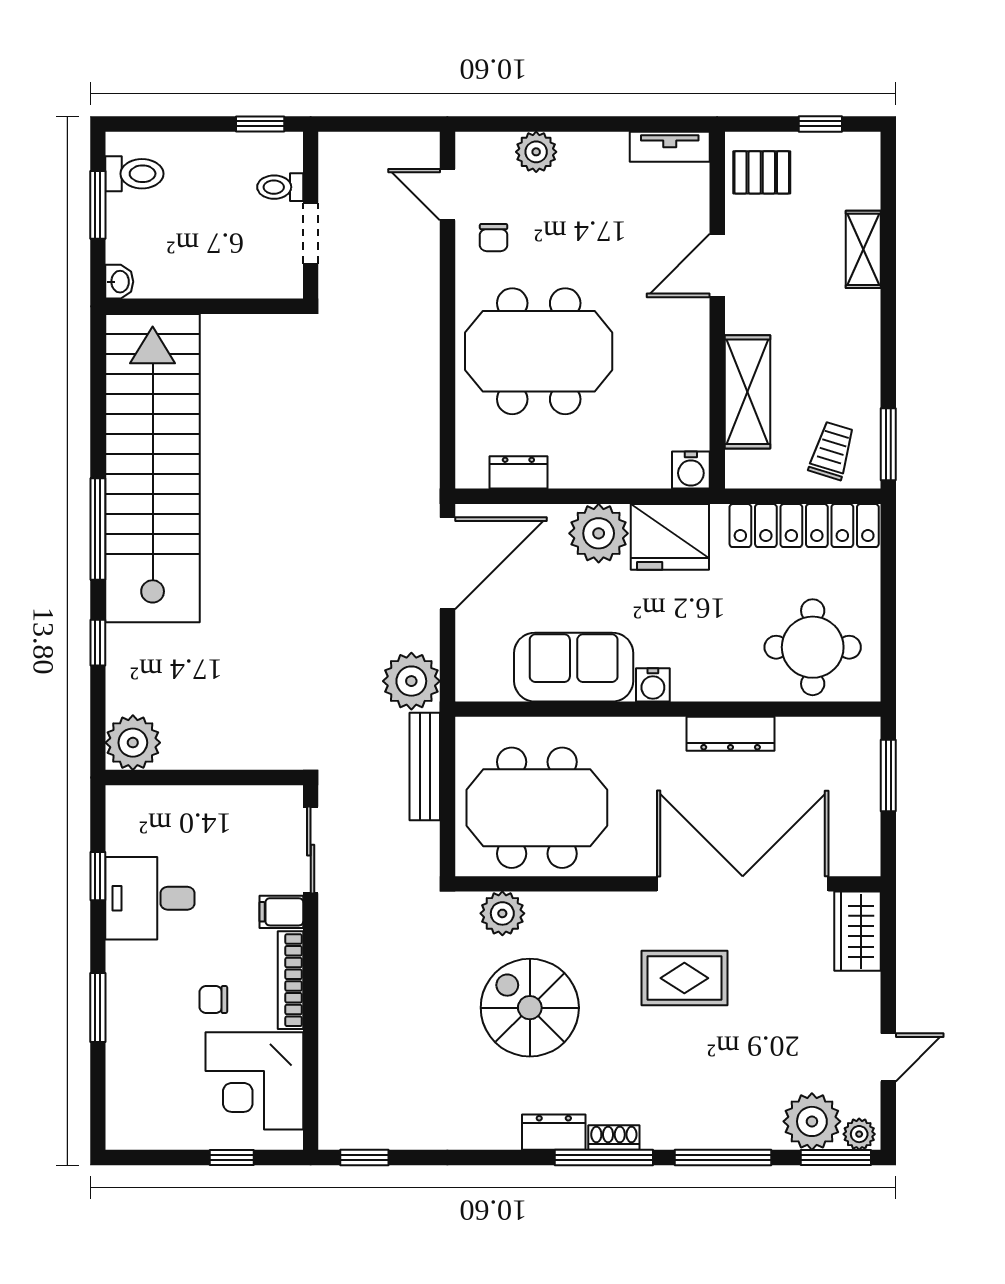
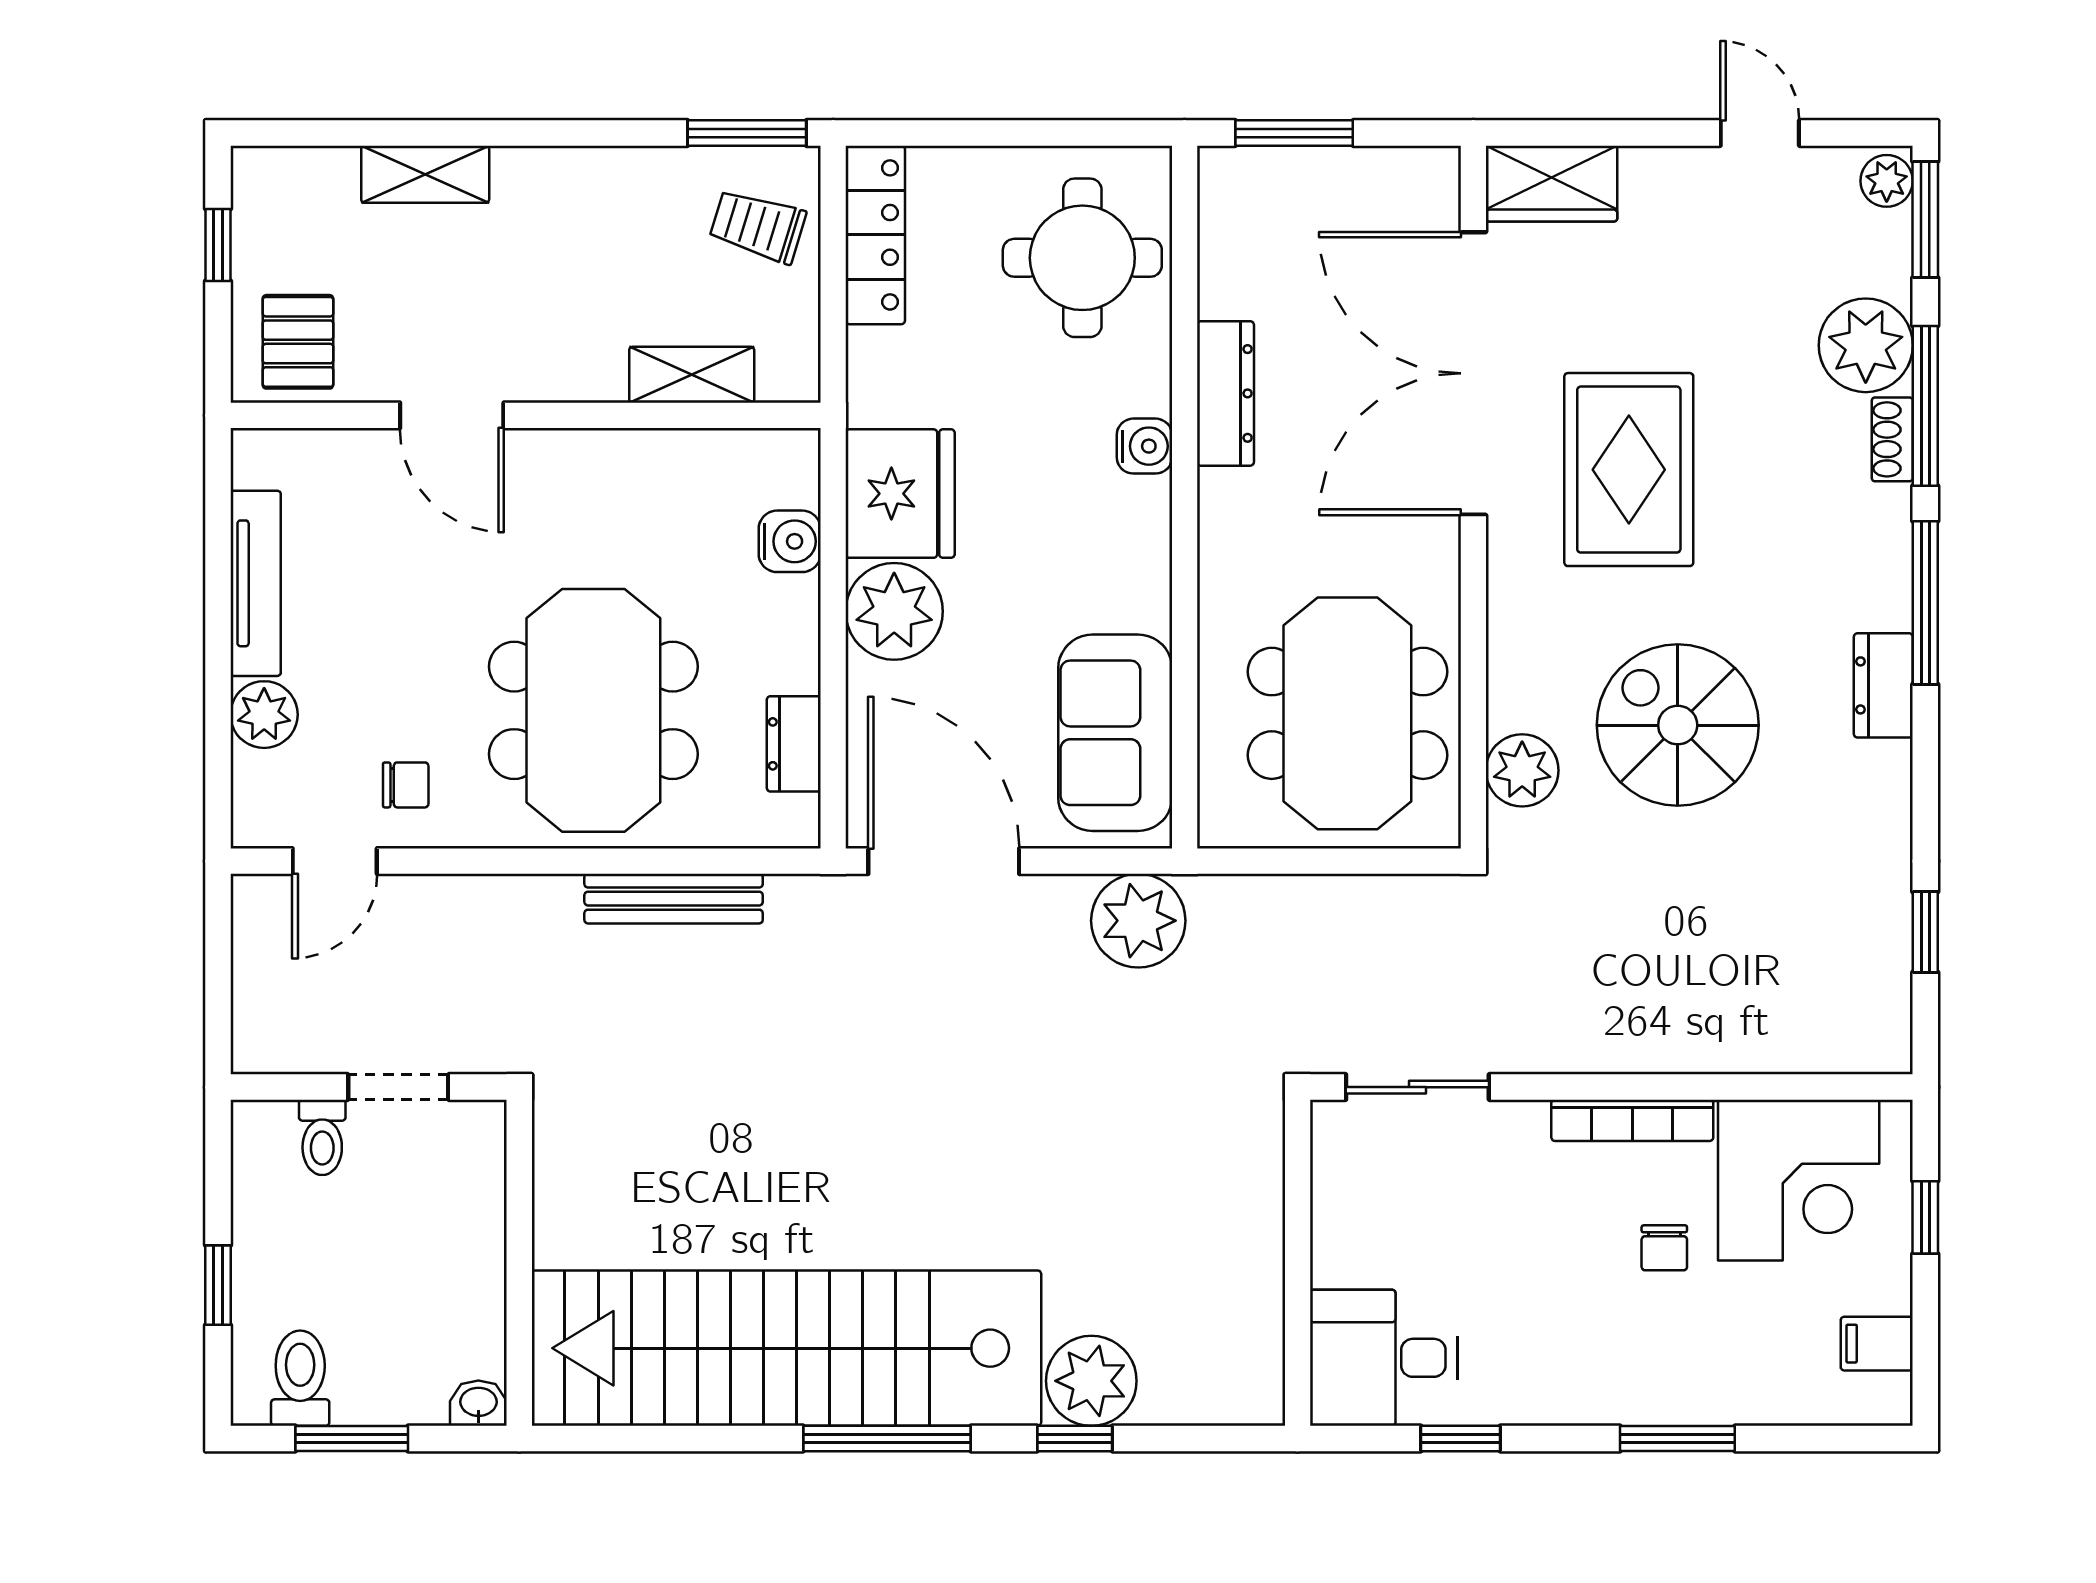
window: (260, 124) -> (218, 1285), moved
tv unit: (670, 147) -> (256, 583), moved, width x1.41
shelving: (747, 392) -> (692, 375), width x0.67, depth x0.75
water cooler: (691, 470) -> (790, 541), moved
locker: (804, 526) -> (875, 235), width x0.71, depth x0.83
sofa: (574, 667) -> (1115, 733), moved
water cooler: (653, 685) -> (1144, 446), moved
plant: (133, 743) -> (1091, 1381), moved
bench: (425, 767) -> (674, 899), moved
desk: (150, 898) -> (1384, 1358), moved, turned 90
filing cabinet: (281, 912) -> (1877, 1344), moved, turned 90
rug: (684, 978) -> (1629, 470), width x1.36, depth x1.43
spiral stairs: (530, 1008) -> (1678, 725), turned 90
plant: (812, 1121) -> (1866, 345), moved
shoe rack: (614, 1137) -> (1892, 439), moved
window: (364, 1157) -> (1925, 932), moved

